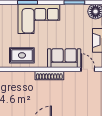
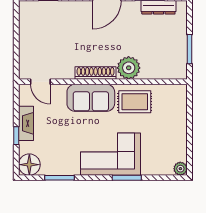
sofa: (64, 58) -> (91, 98), moved
plant: (26, 79) -> (129, 68), added

